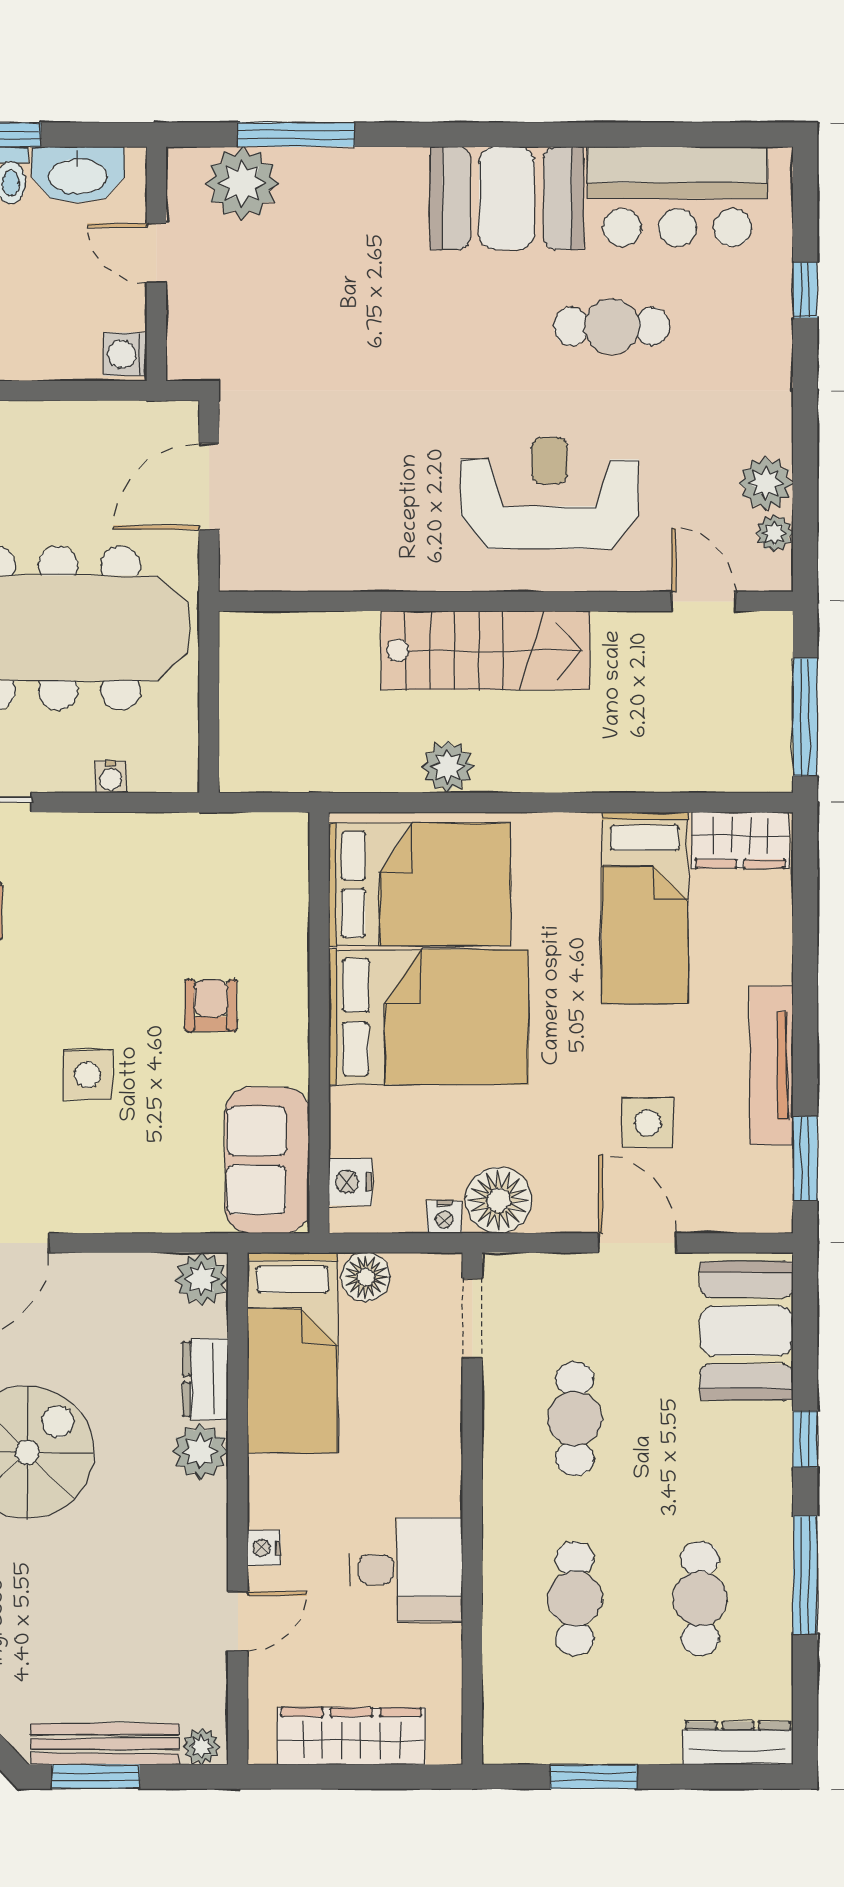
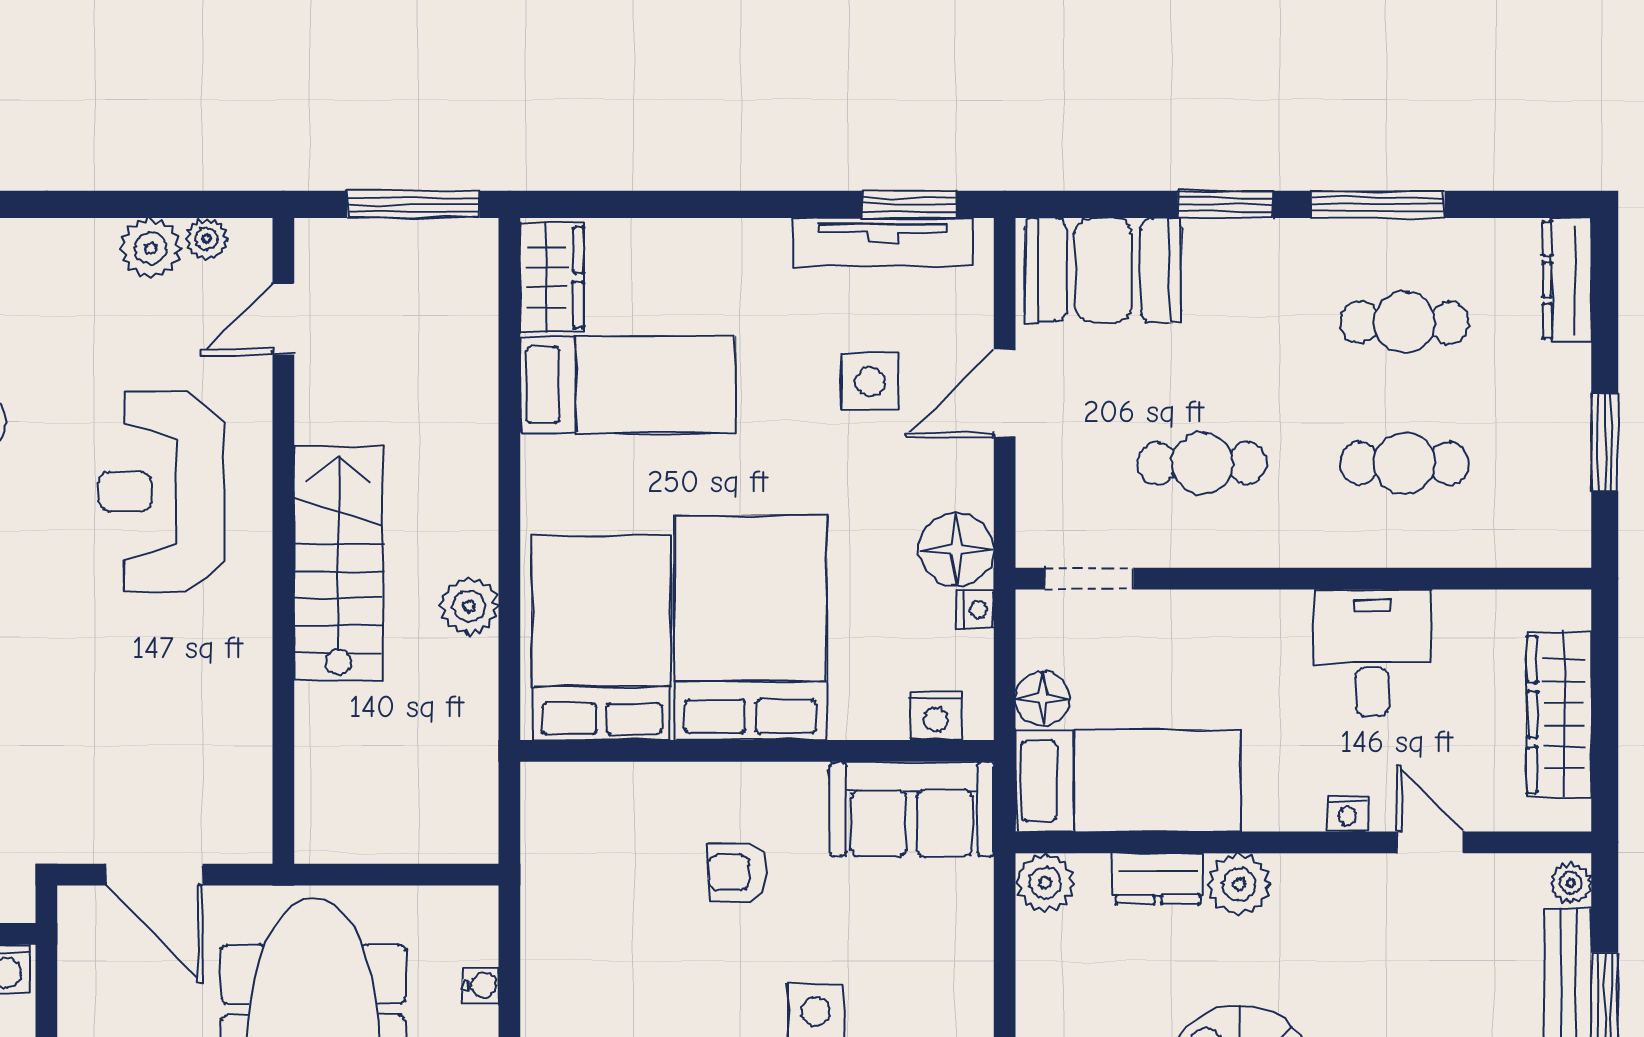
tv unit: (772, 1066) -> (883, 242), moved
window: (805, 1439) -> (1225, 204), width x1.50

